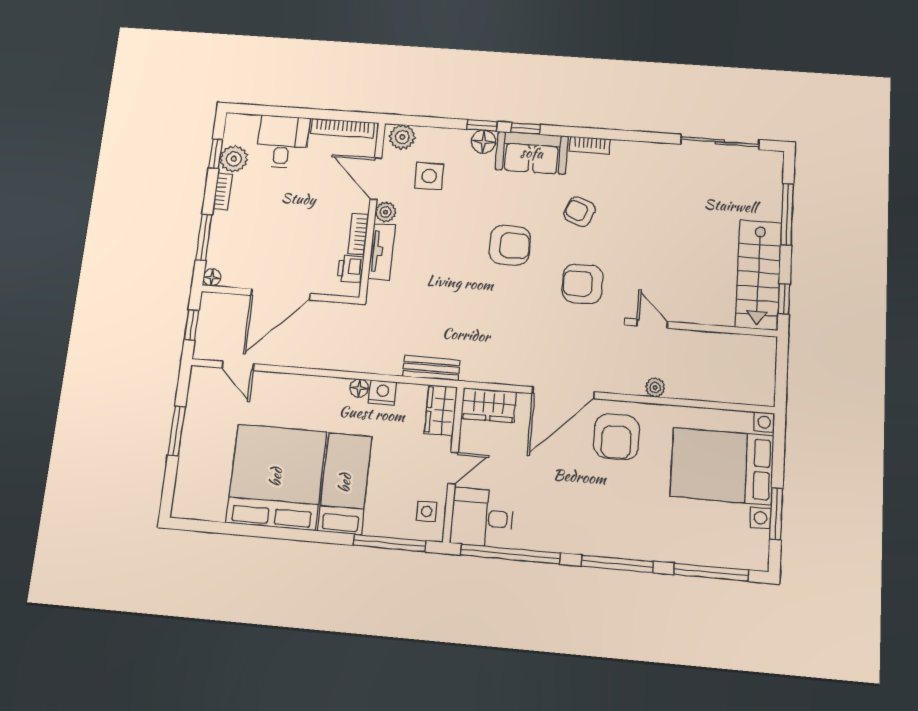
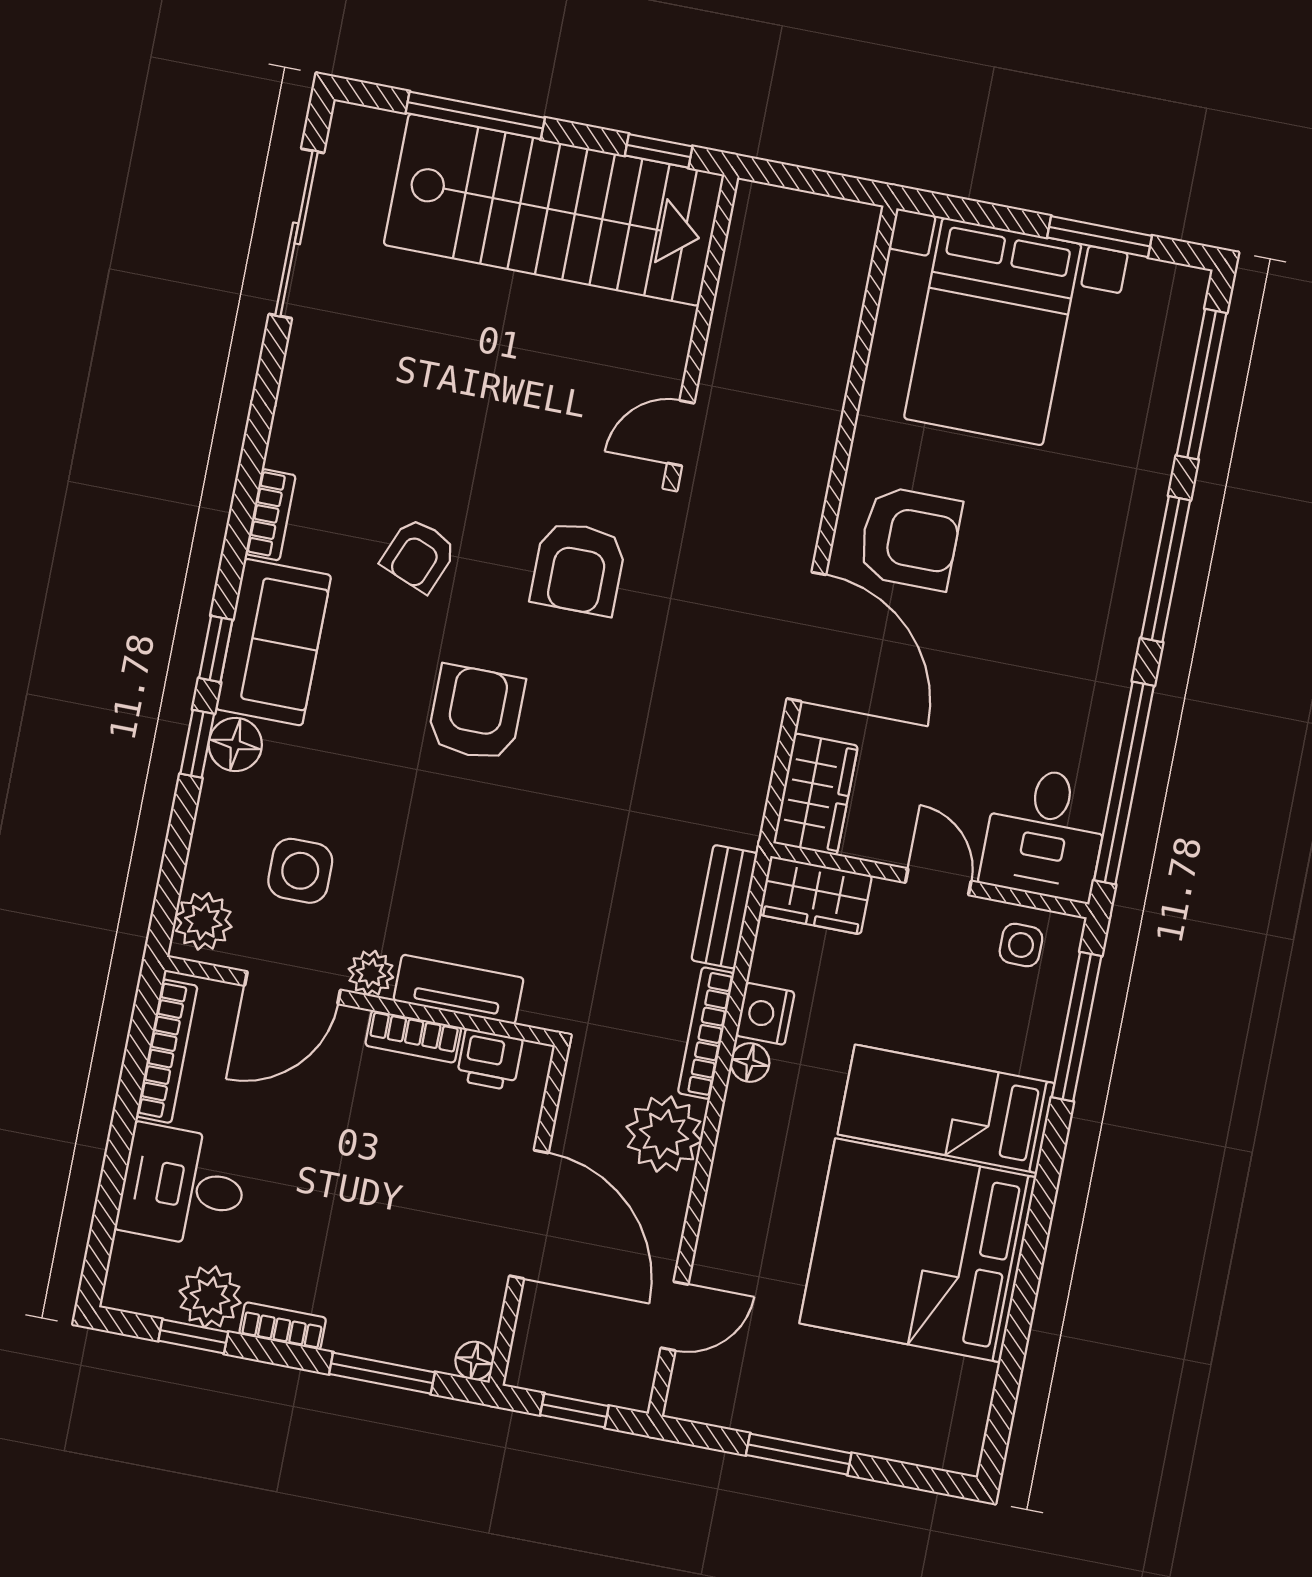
stairs: (759, 275) -> (554, 210), width x1.36, depth x1.51
bookcase: (371, 366) -> (706, 1033), added
plant: (655, 387) -> (664, 1134), moved, width x1.88, depth x1.88

